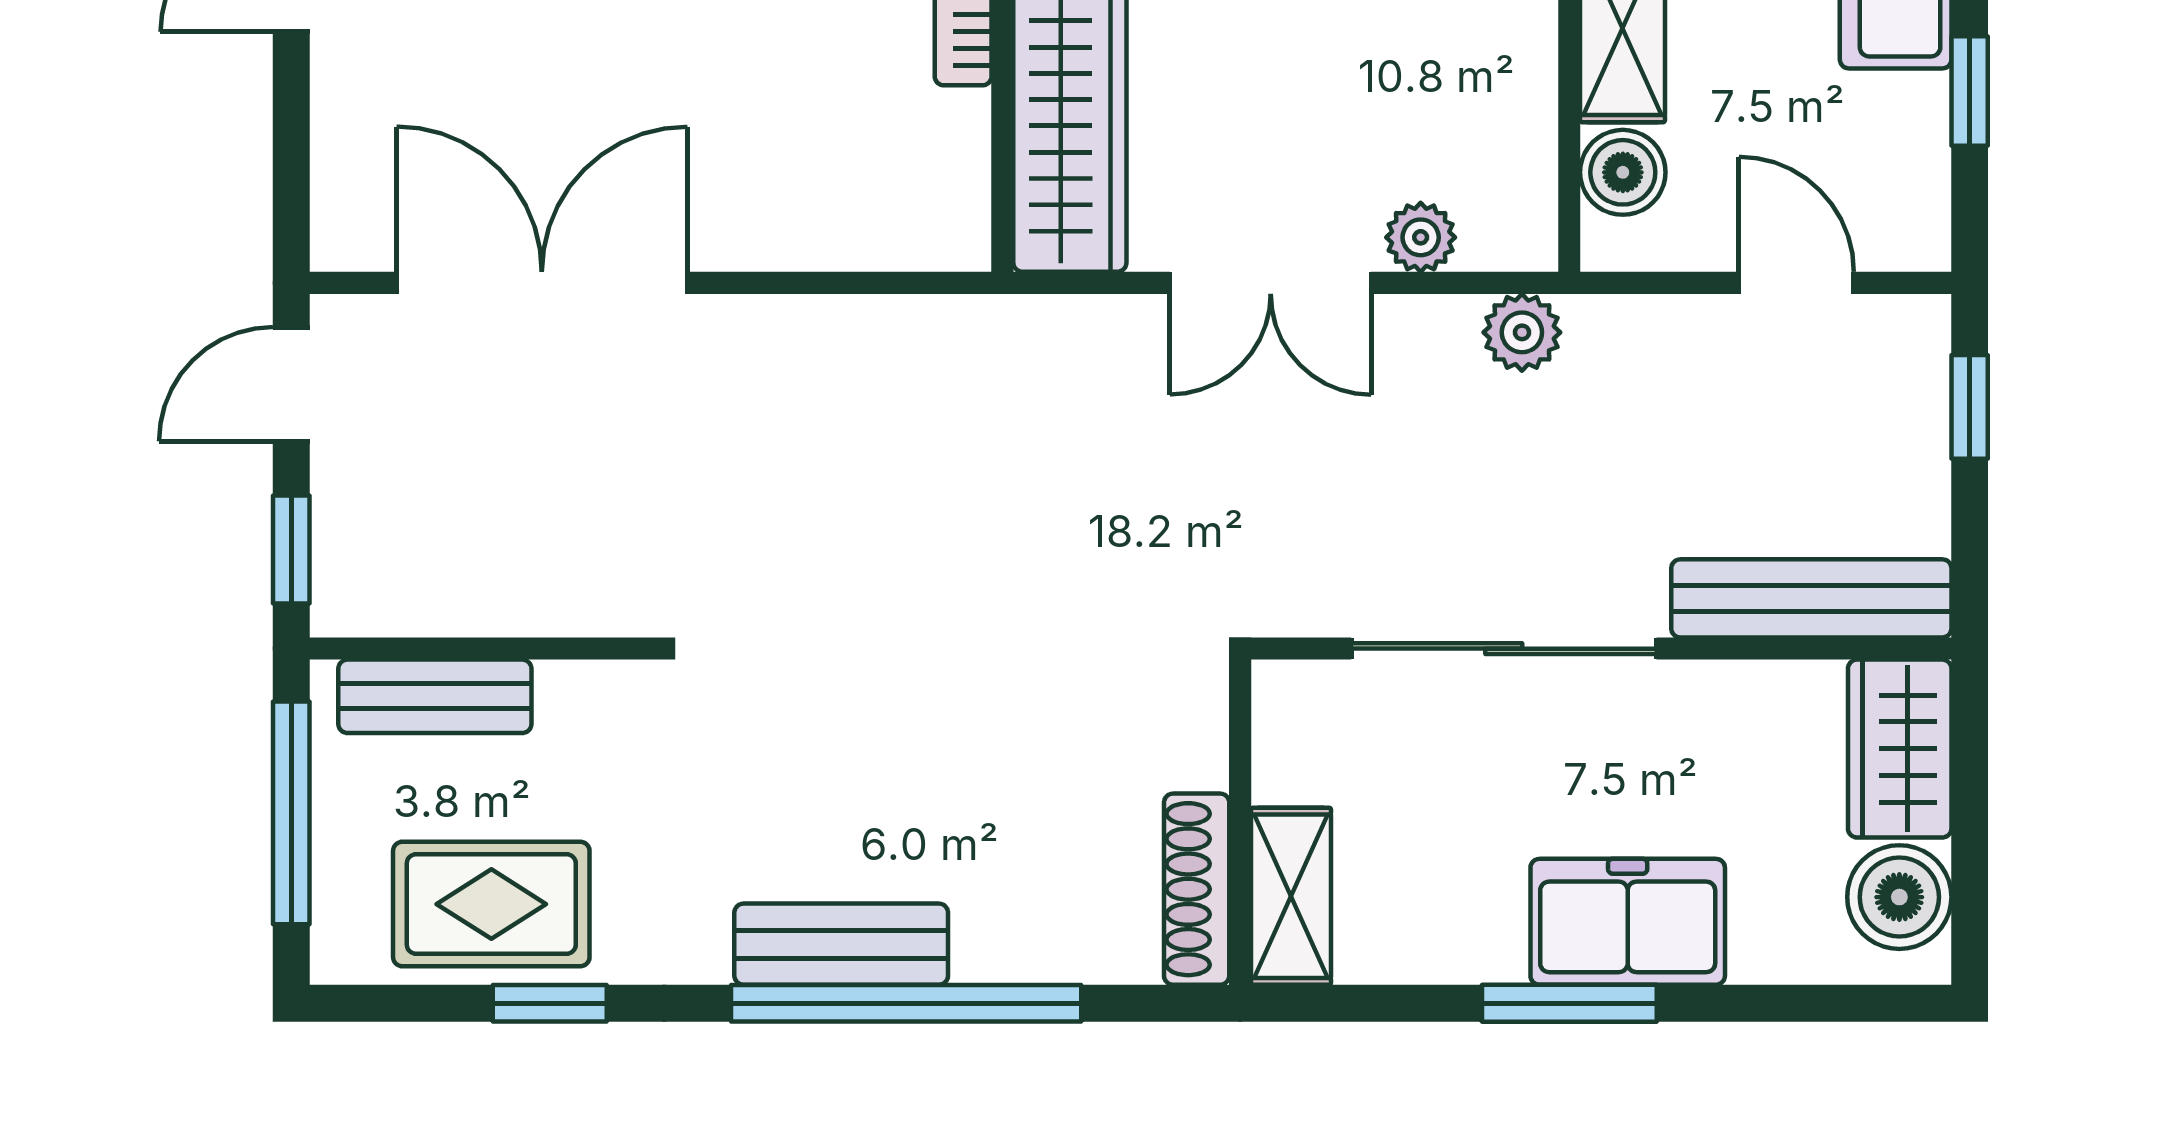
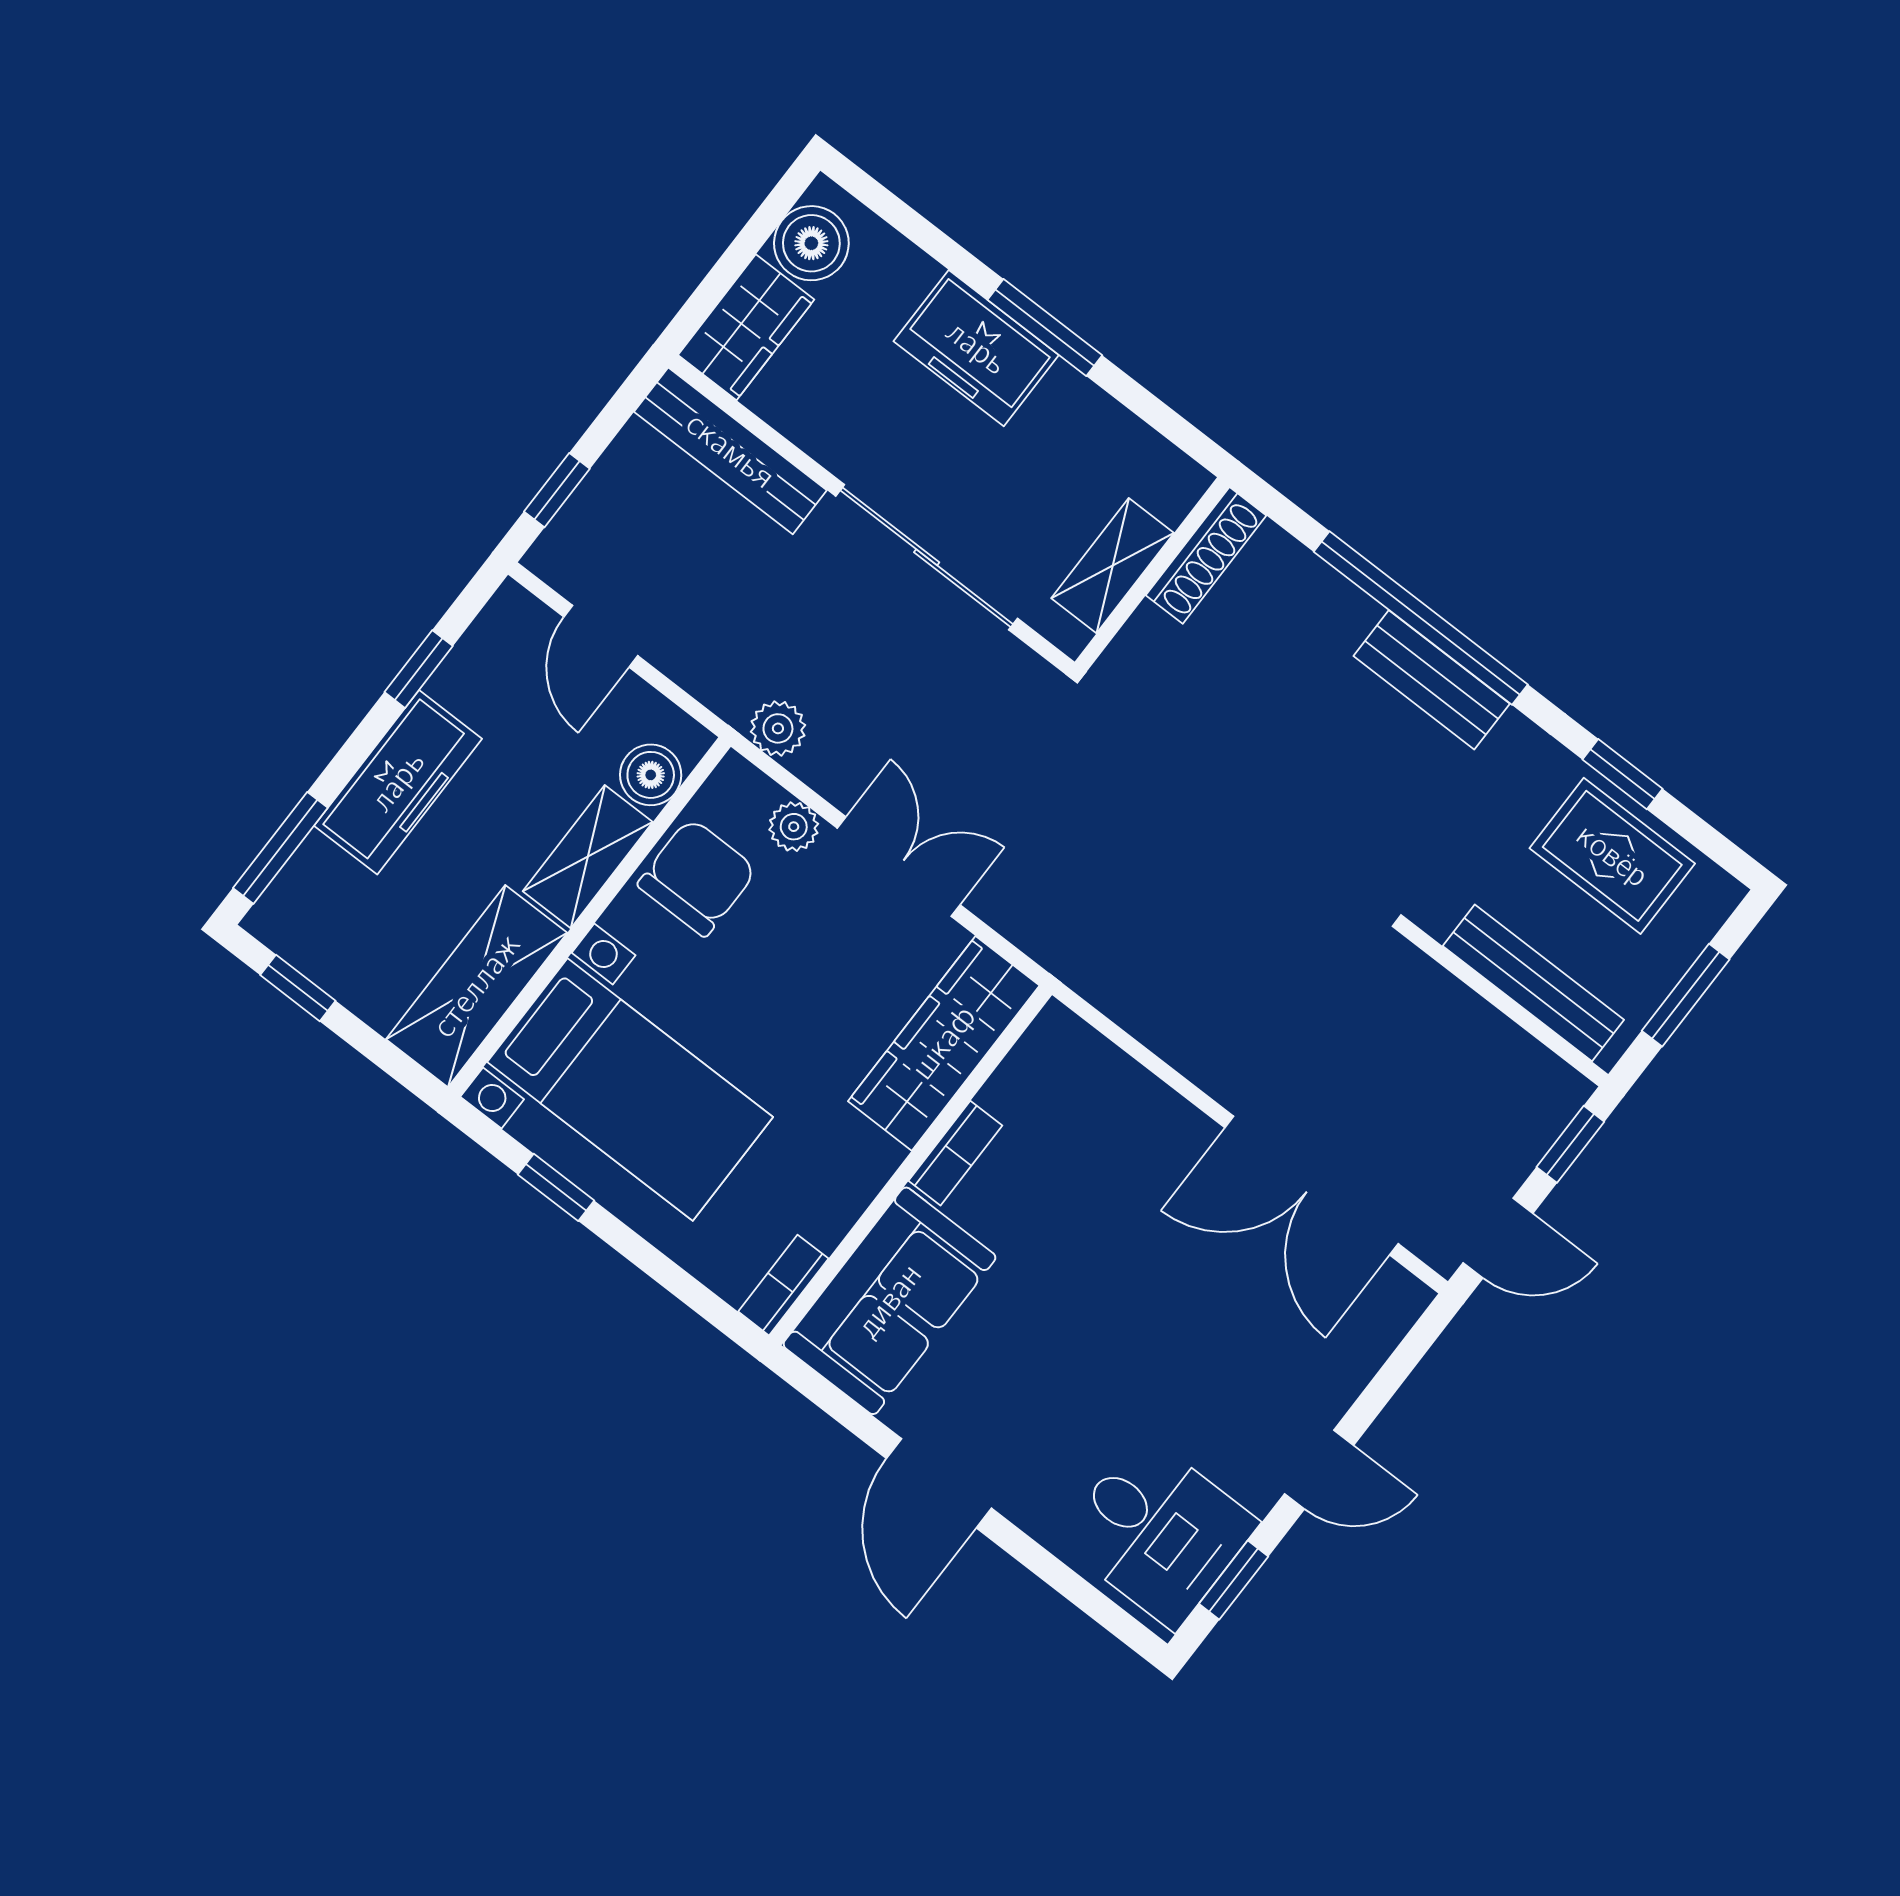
chair: (1484, 99) -> (697, 877), added
bench: (435, 696) -> (1533, 983), width x1.36
window: (291, 813) -> (1686, 995), width x0.69
shelving: (1291, 896) -> (1113, 566), moved

